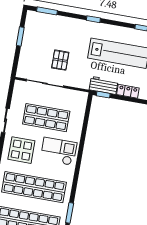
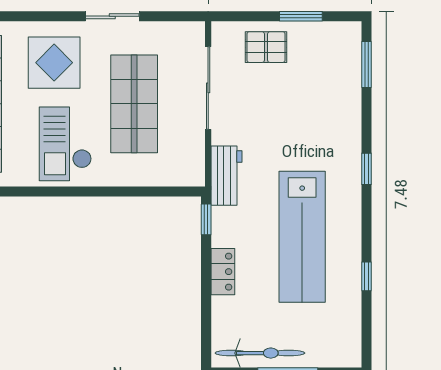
pallet: (60, 60) -> (266, 47), moved
workbench: (104, 85) -> (226, 176), moved
checkout: (59, 151) -> (65, 144), turned 180

